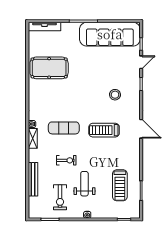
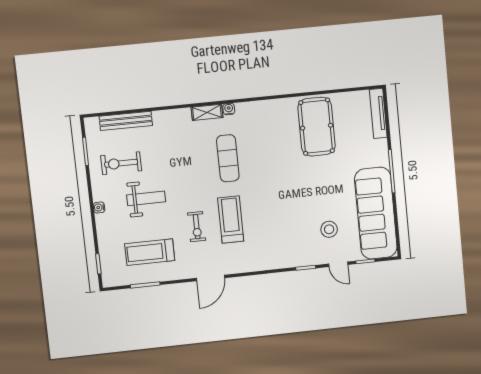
stool: (115, 95) -> (329, 229), moved
door: (141, 129) -> (210, 278), moved
exercise bike: (66, 160) -> (197, 227), moved
bench: (33, 179) -> (126, 121), moved

